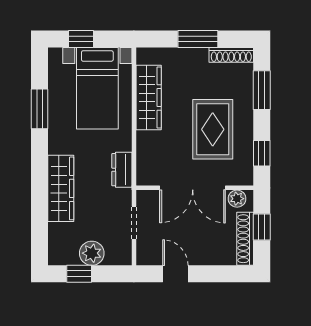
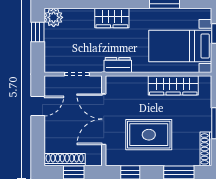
wardrobe: (61, 188) -> (112, 18), width x0.67
plant: (237, 199) -> (95, 153), removed
plant: (92, 253) -> (54, 17), moved

